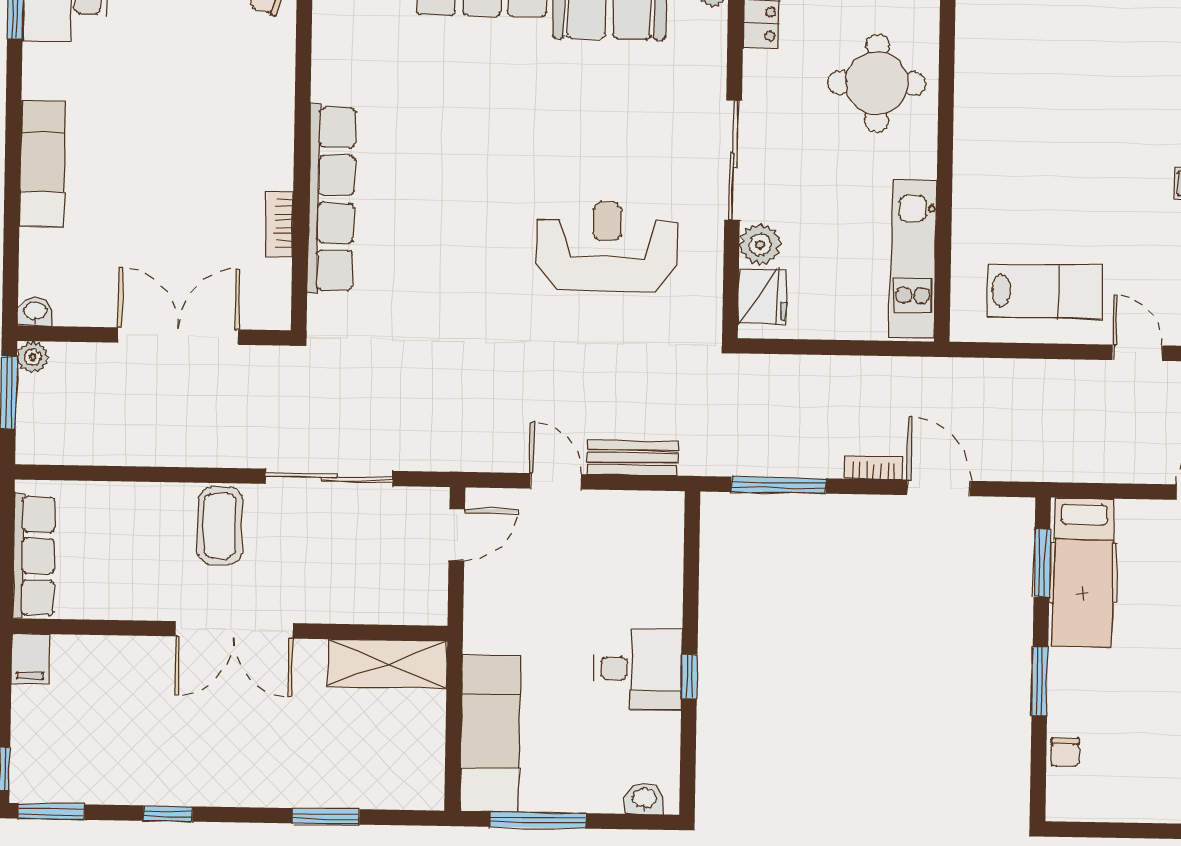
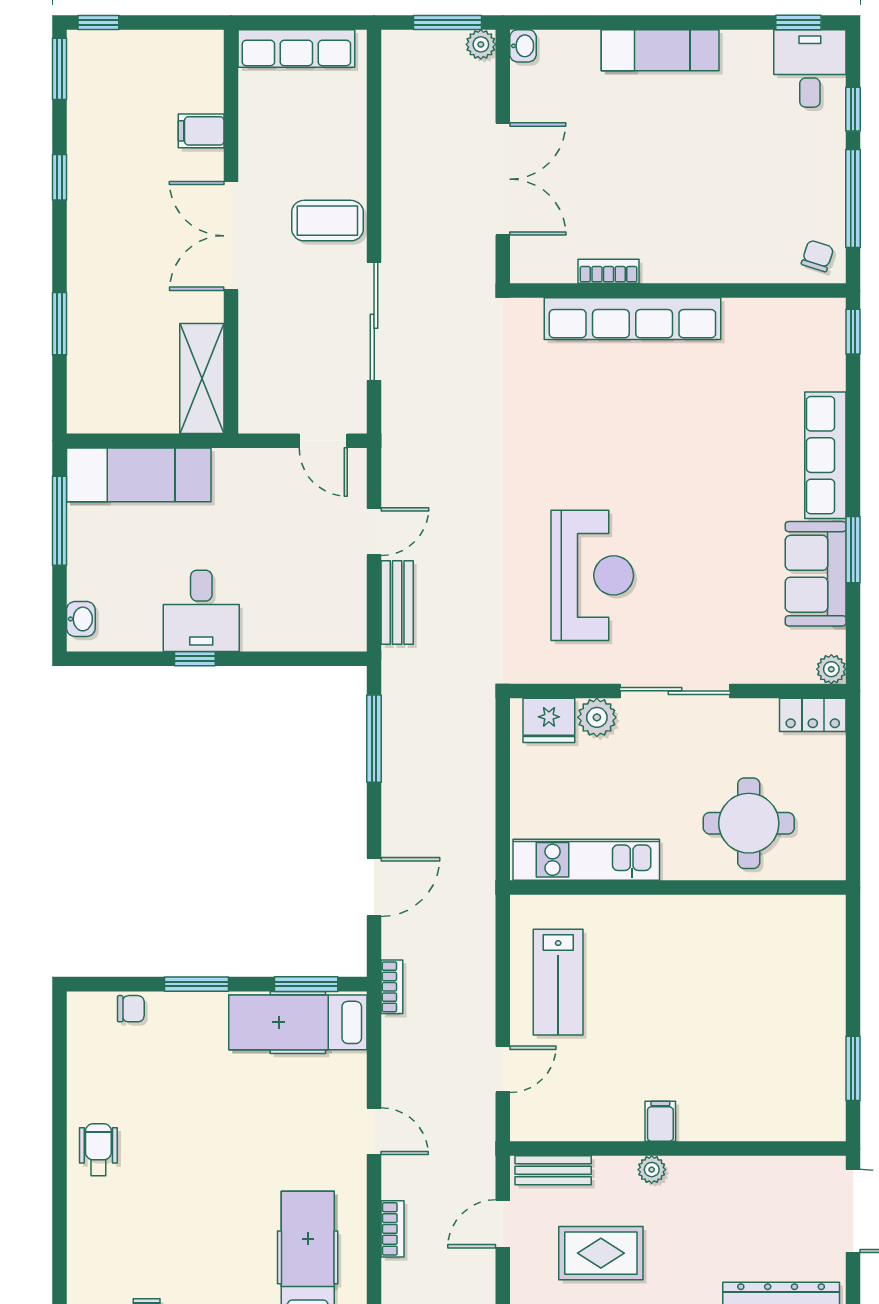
bookcase: (874, 468) -> (392, 987), moved
filing cabinet: (30, 659) -> (201, 131), moved
chair: (1065, 752) -> (131, 1009), turned 180

